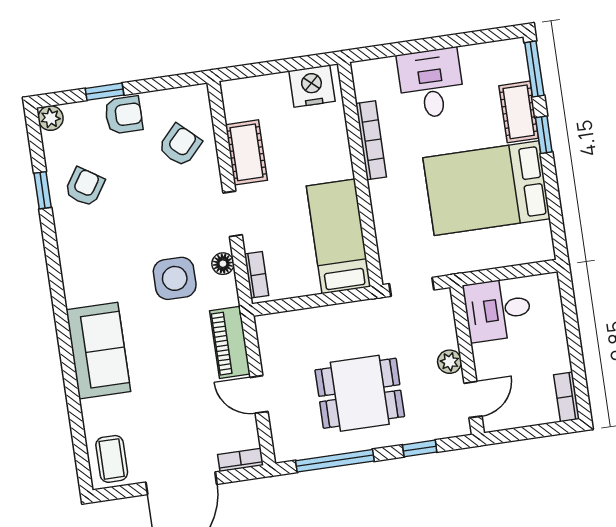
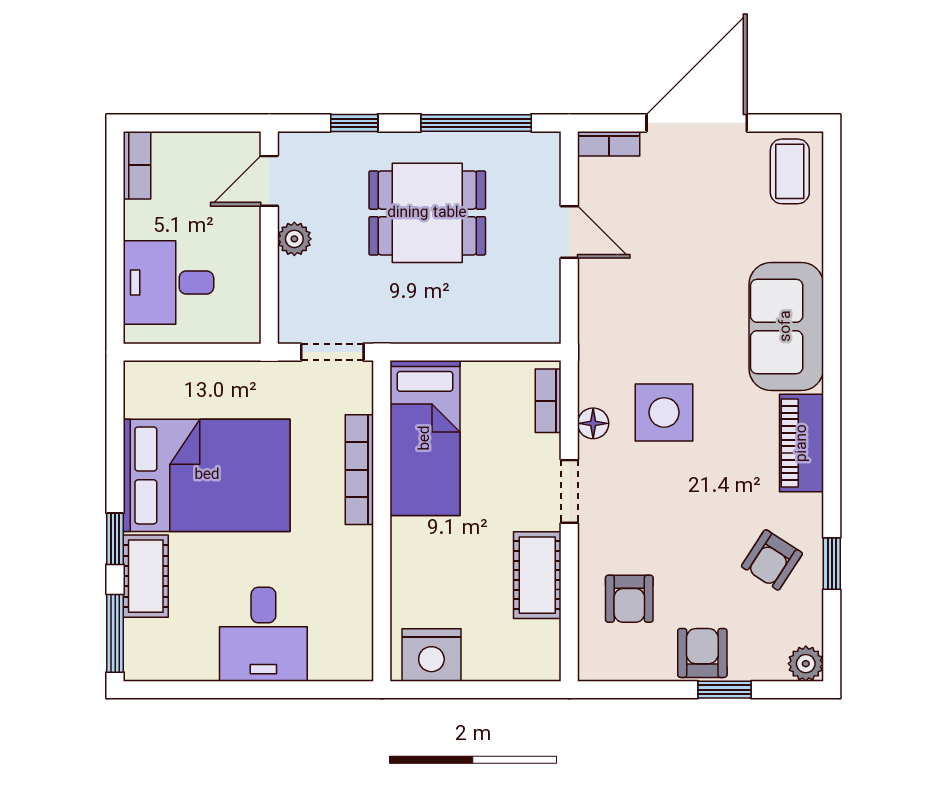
armchair: (124, 115) -> (702, 653), turned 90
bookcase: (371, 140) -> (359, 470), moved
armchair: (180, 145) -> (629, 599), turned -43
desk: (498, 310) -> (168, 282), moved, turned 180
piano: (230, 342) -> (802, 443), moved, turned 180

